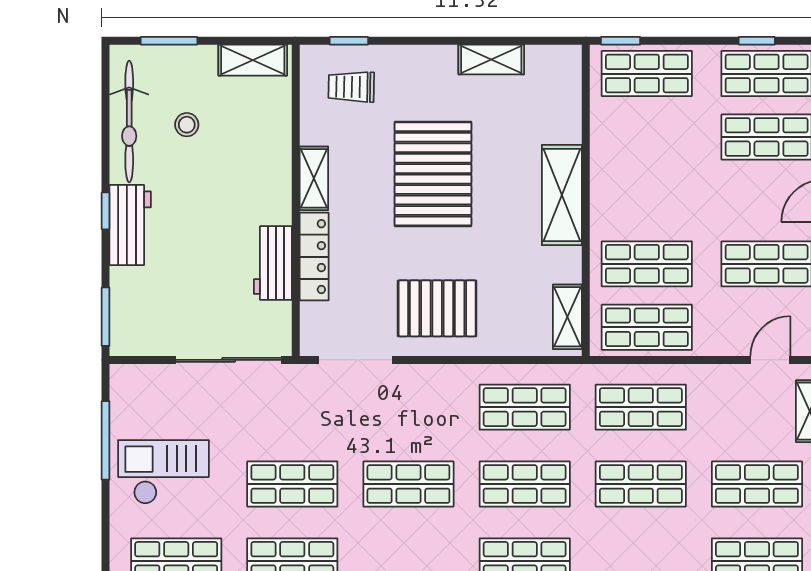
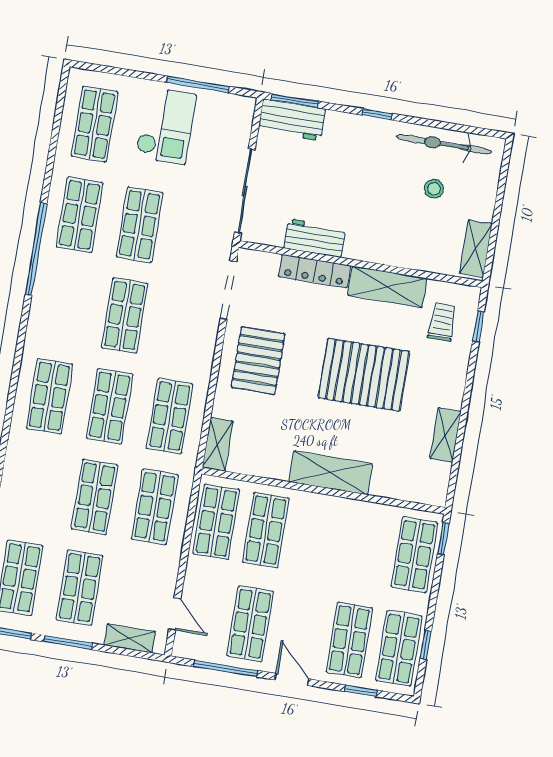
window: (169, 41) -> (502, 186), removed
shelving: (314, 178) -> (387, 287), width x1.50, depth x1.33
workbench: (130, 225) -> (292, 120), moved
shelving: (567, 317) -> (218, 444), moved, turned 90

